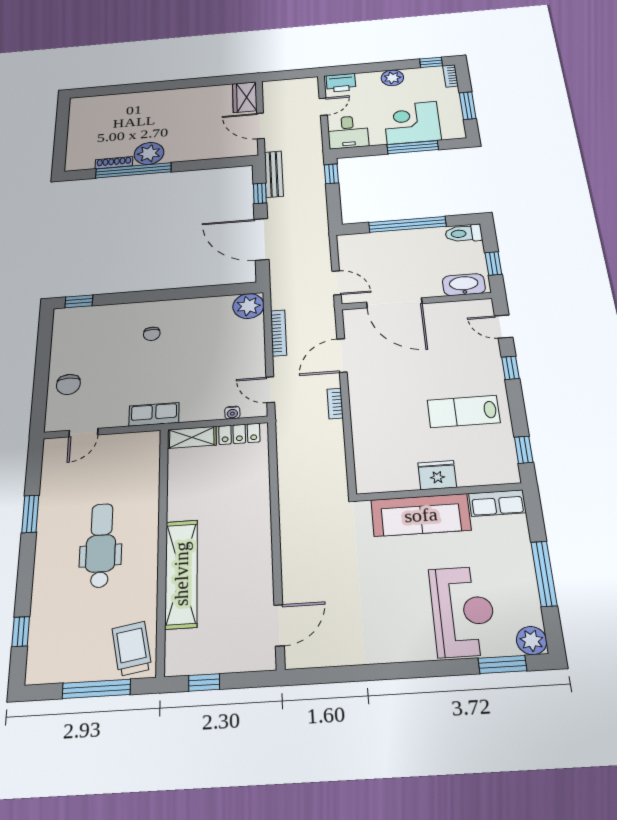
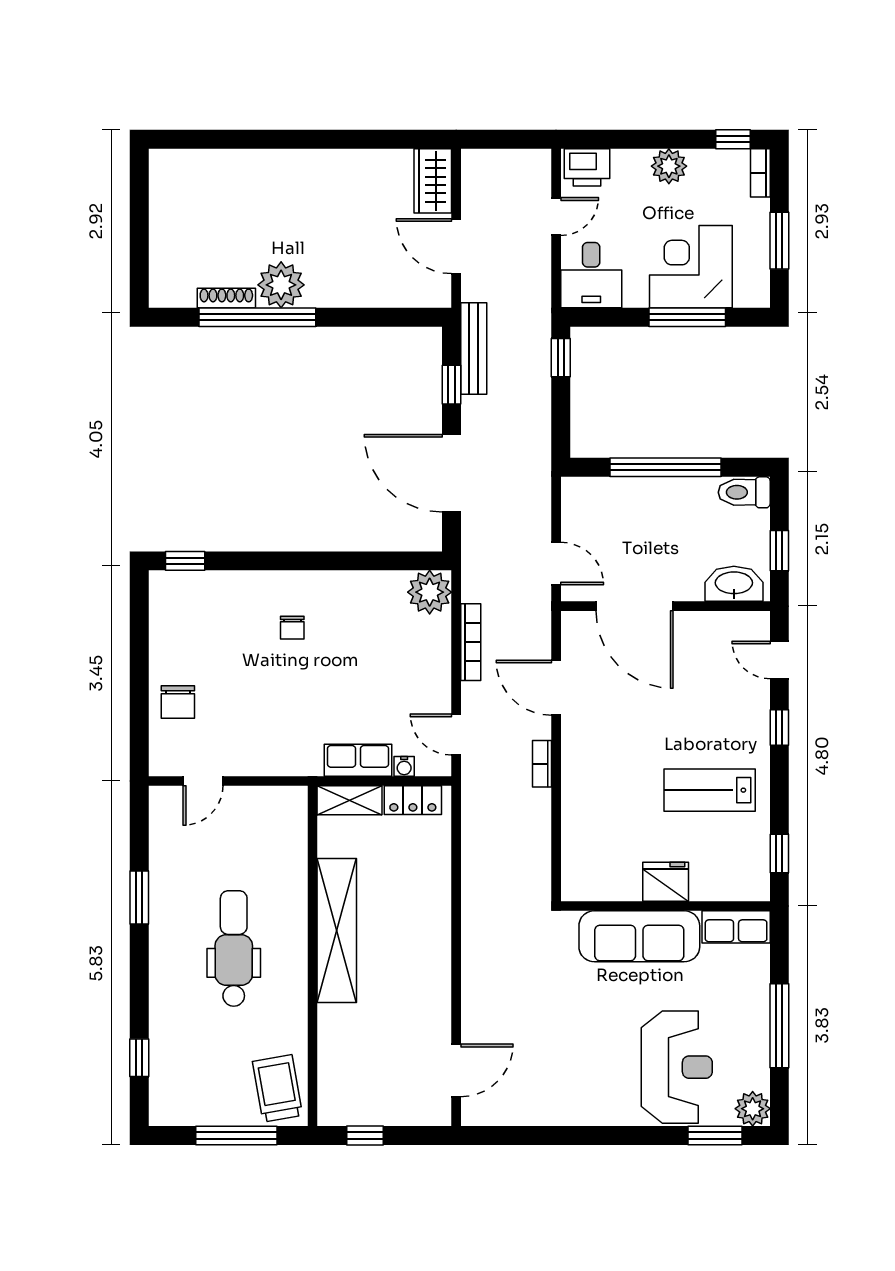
door: (342, 355) -> (556, 688), hinge flipped
row of seats: (154, 414) -> (358, 760), moved
shelving: (181, 574) -> (337, 931), moved

